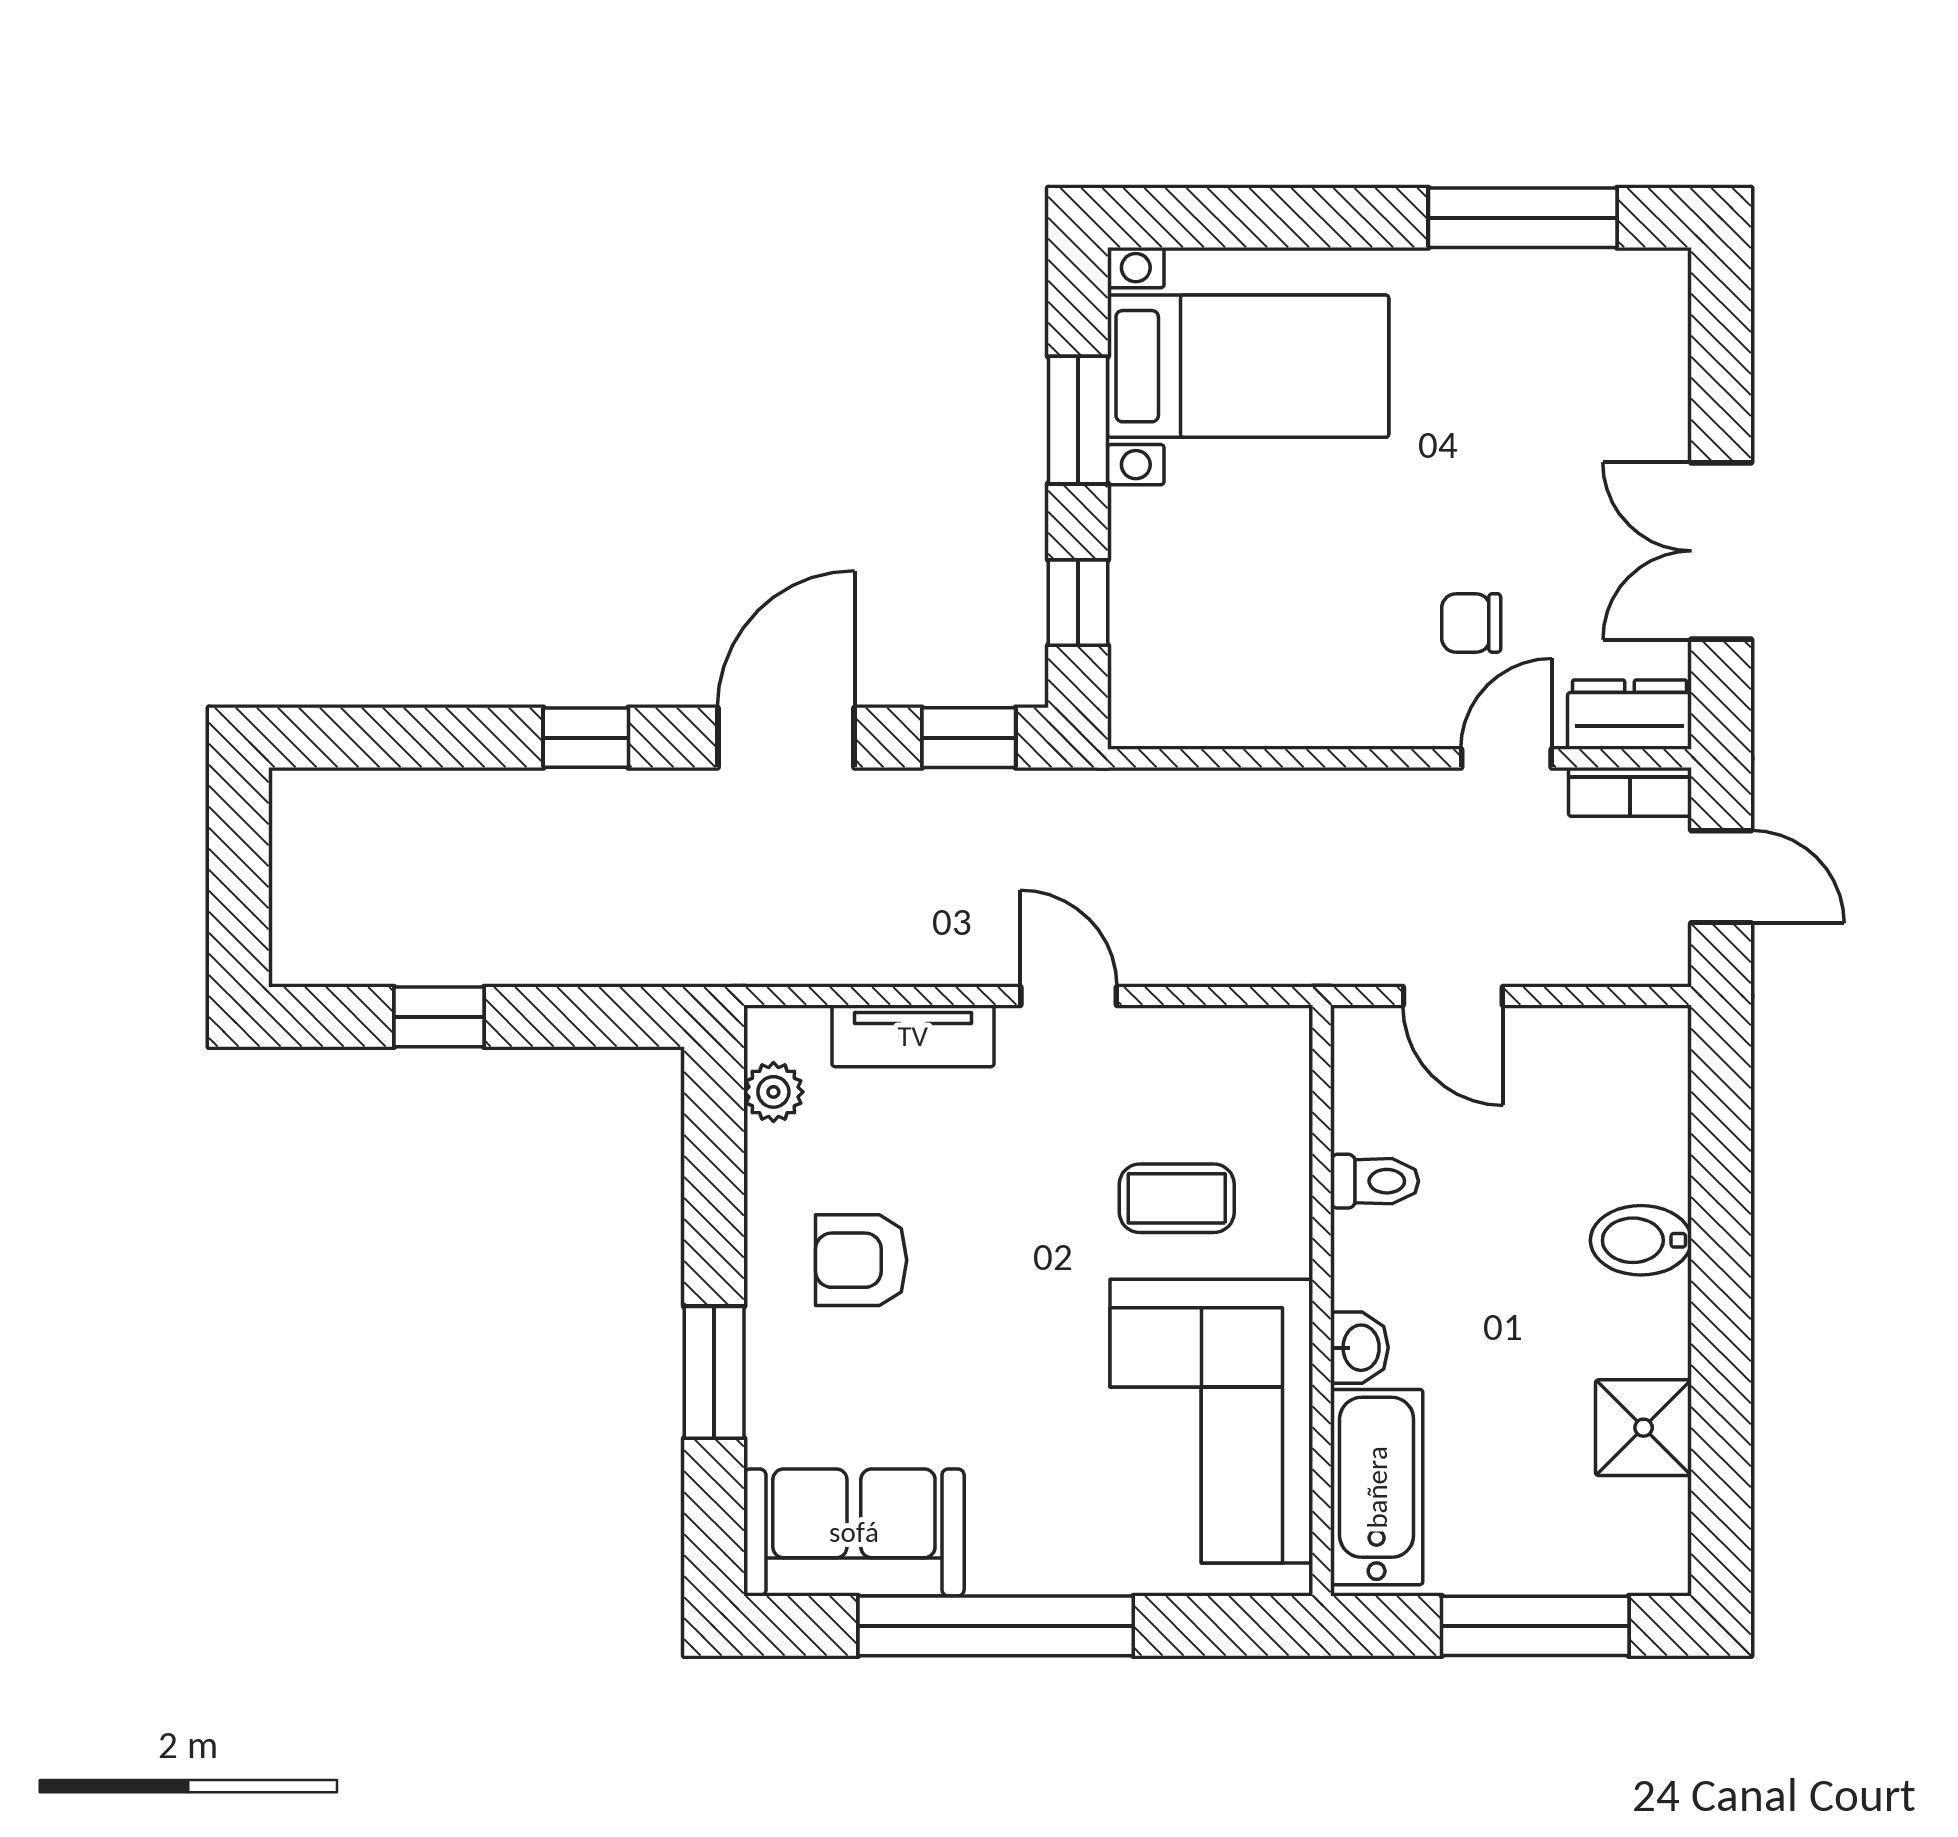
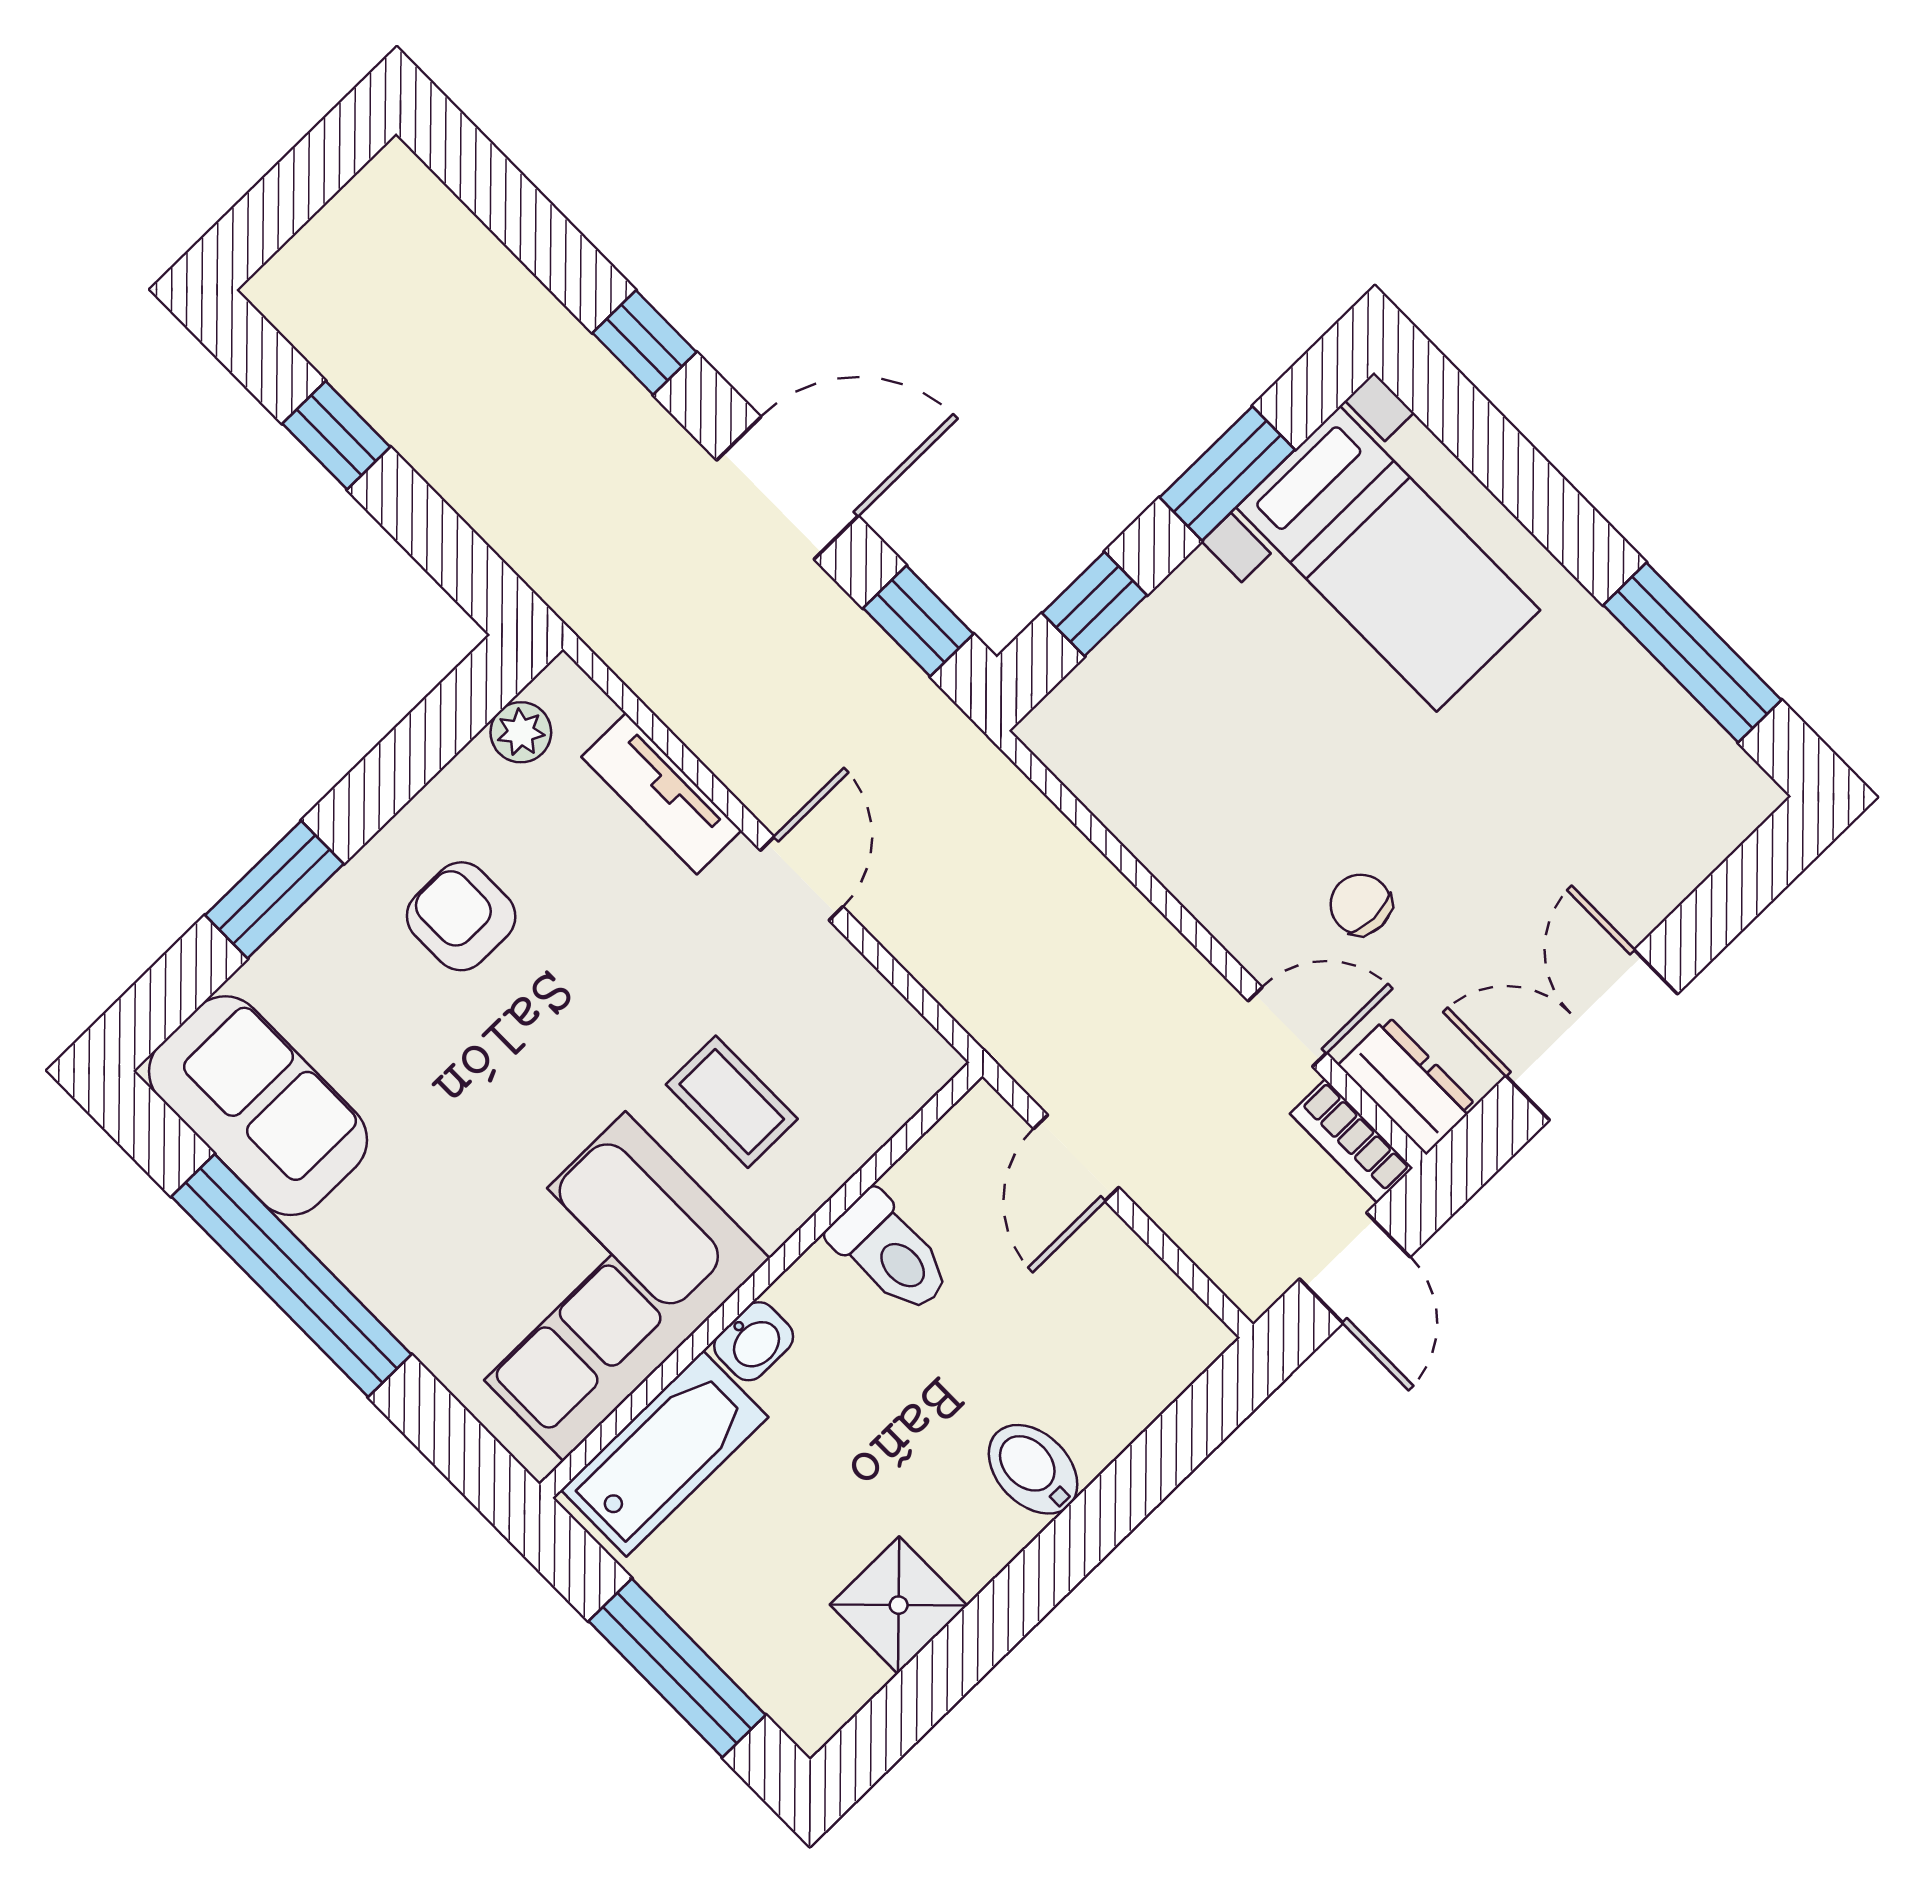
toilet: (1374, 1181) -> (890, 1253), width x1.37, depth x1.39

